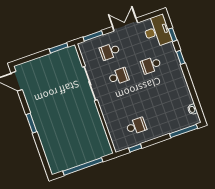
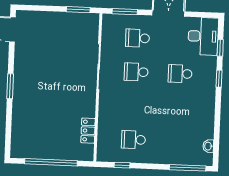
school desk: (119, 76) -> (136, 72), turned 180
school desk: (136, 126) -> (133, 140), turned 180
locker: (101, 133) -> (88, 131), added

